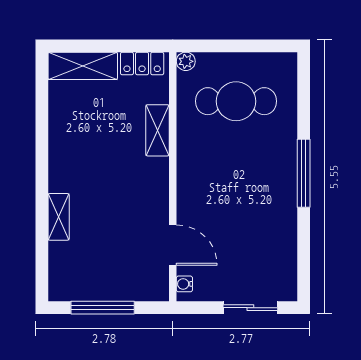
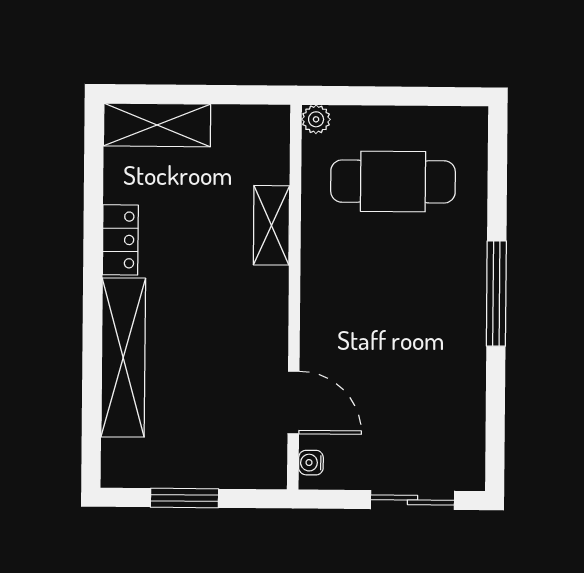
locker: (142, 63) -> (120, 240), moved, turned -90
shelving: (59, 217) -> (123, 357), width x2.20, depth x1.33
window: (103, 308) -> (184, 498), width x0.69

